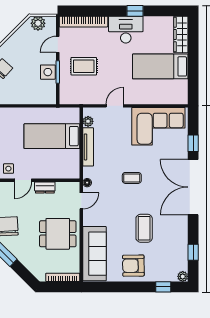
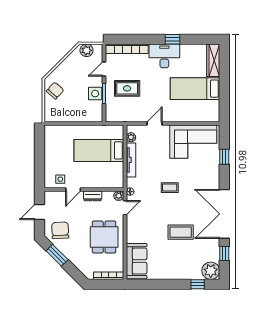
plant: (74, 187) -> (119, 196), added
double door: (193, 187) -> (224, 214), moved
coffee table: (144, 228) -> (181, 232), turned 90
dining table: (58, 234) -> (104, 237), turned 90
sofa: (94, 254) -> (137, 261), width x0.73
armchair: (133, 266) -> (171, 265), removed
plant: (183, 276) -> (211, 271), width x1.87, depth x1.87

